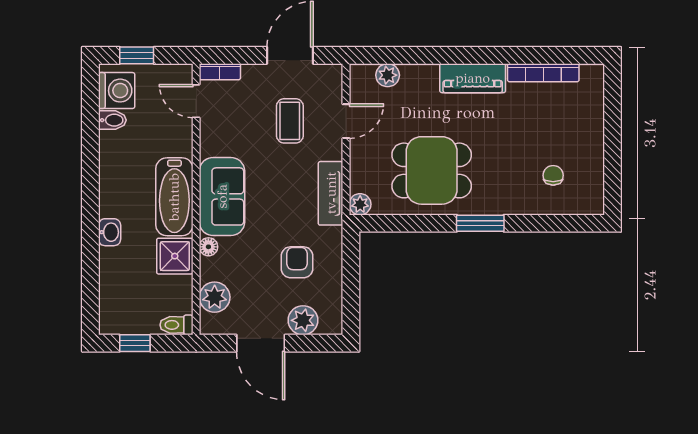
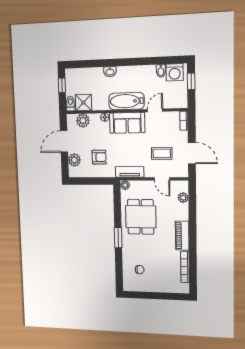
door: (196, 101) -> (155, 110), moved
shower: (175, 256) -> (83, 103), moved

